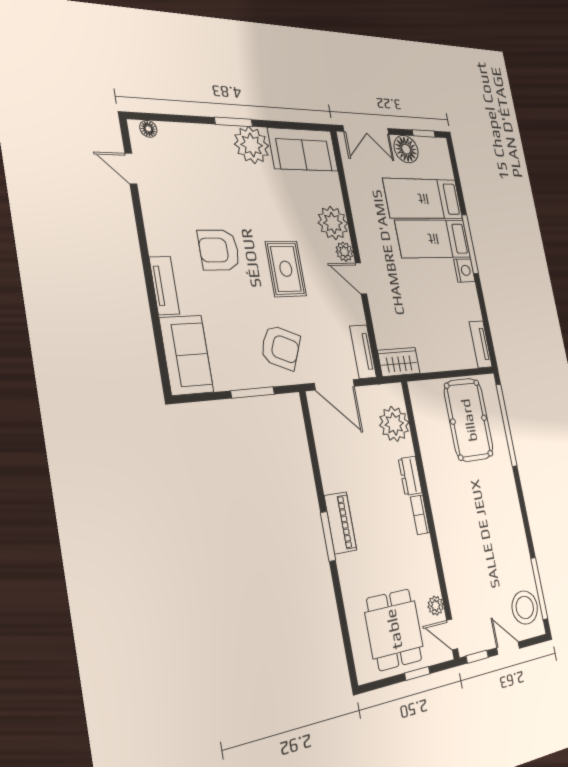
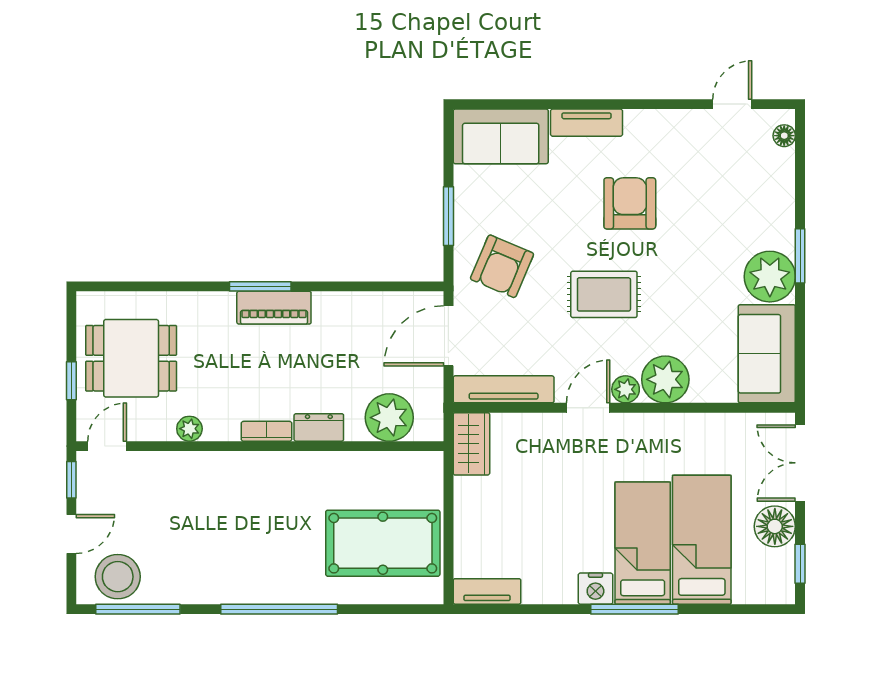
tv unit: (363, 352) -> (504, 389), width x1.41
window: (506, 425) -> (279, 609), moved
plant: (436, 606) -> (189, 429), moved

